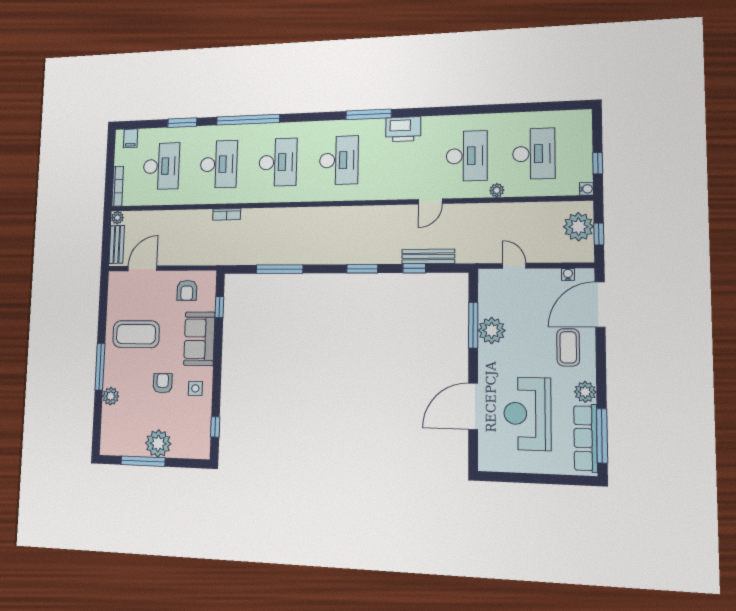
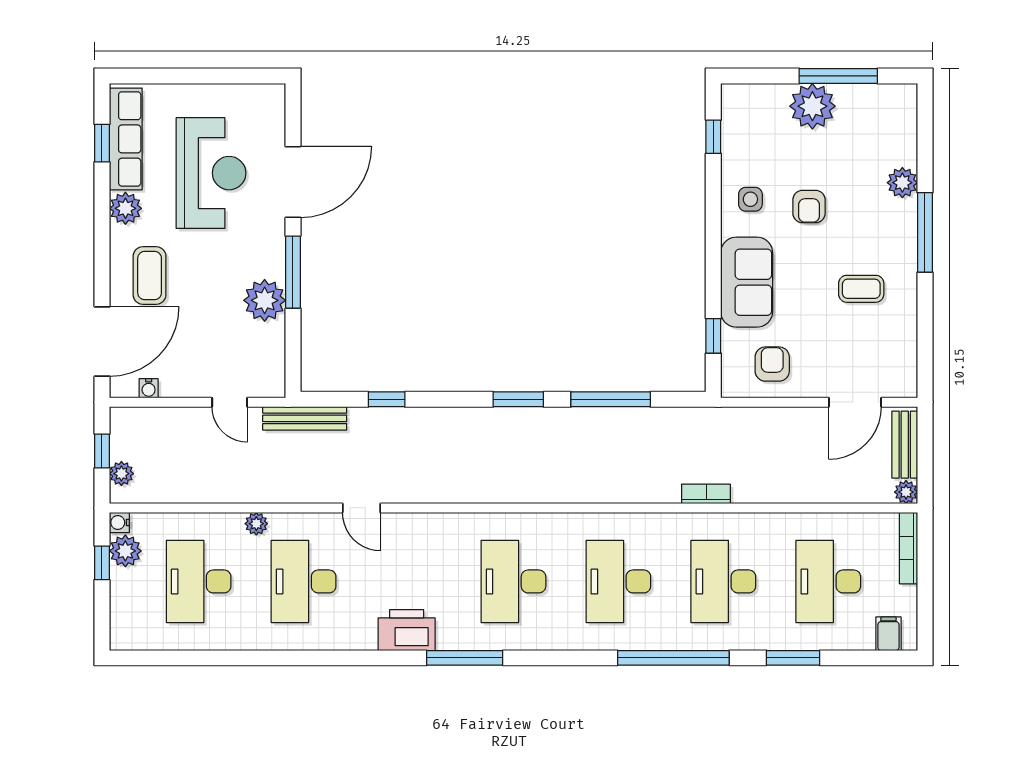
plant: (582, 171) -> (125, 551), added
door: (430, 202) -> (362, 508), swing flipped
plant: (578, 227) -> (121, 474), width x0.53, depth x0.53
bench: (428, 256) -> (305, 418), moved
window: (362, 269) -> (518, 399), moved
window: (473, 325) -> (293, 272), moved
coffee table: (136, 334) -> (861, 289), width x0.54, depth x0.58
window: (602, 436) -> (102, 143), width x0.46

